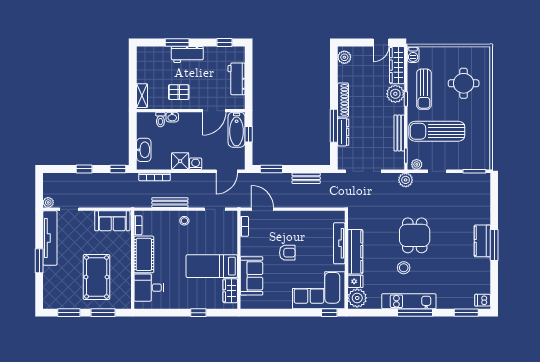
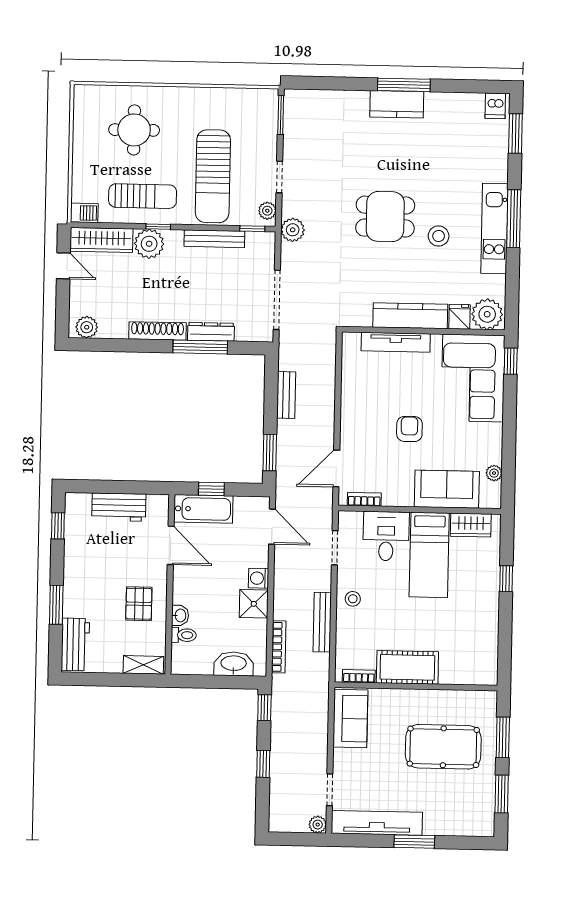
workbench: (187, 54) -> (75, 644), moved
desk: (149, 288) -> (386, 536), moved, turned 180
plant: (262, 304) -> (494, 473), added

